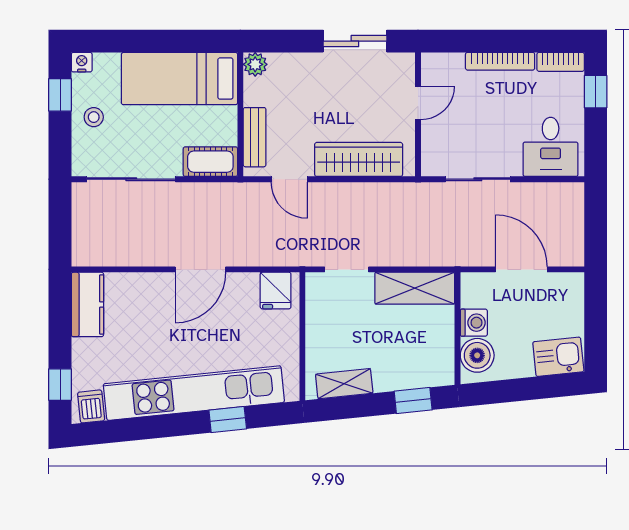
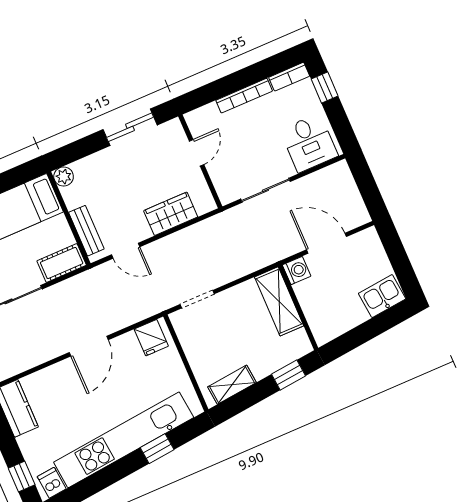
wardrobe: (359, 159) -> (171, 214), width x0.67
shelving: (415, 288) -> (279, 301), moved, turned 90
washing machine: (474, 323) -> (297, 271), moved
boiler: (477, 355) -> (321, 321), removed

